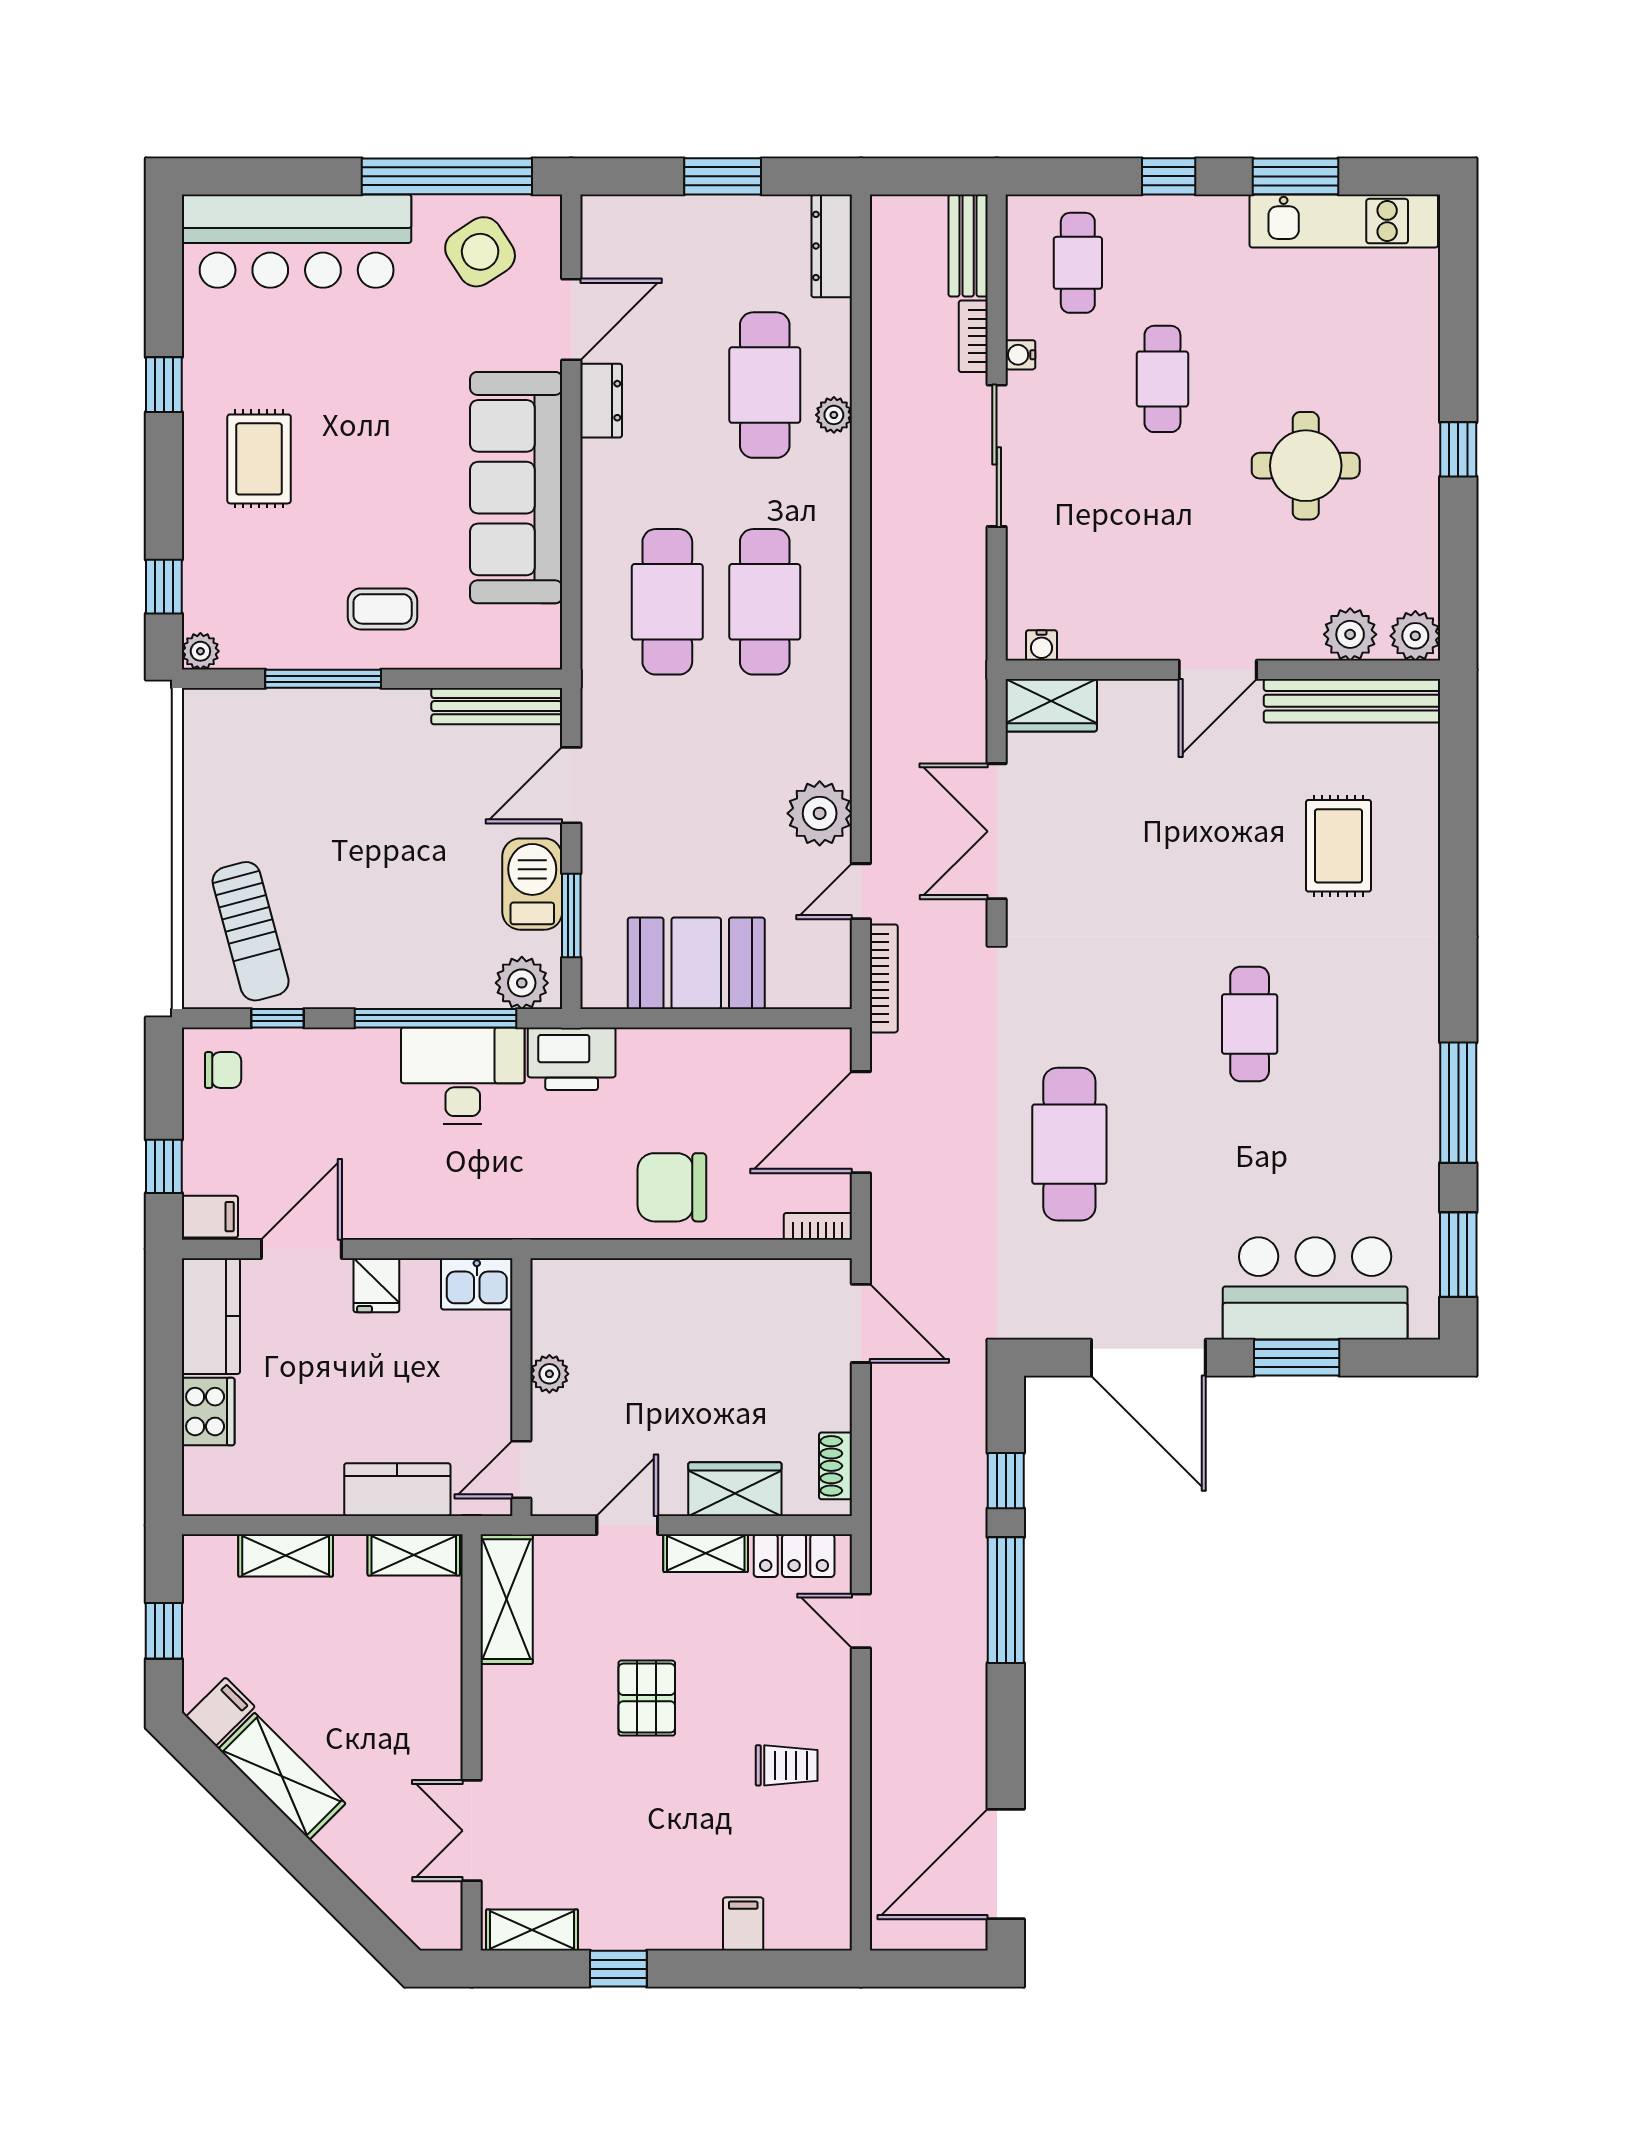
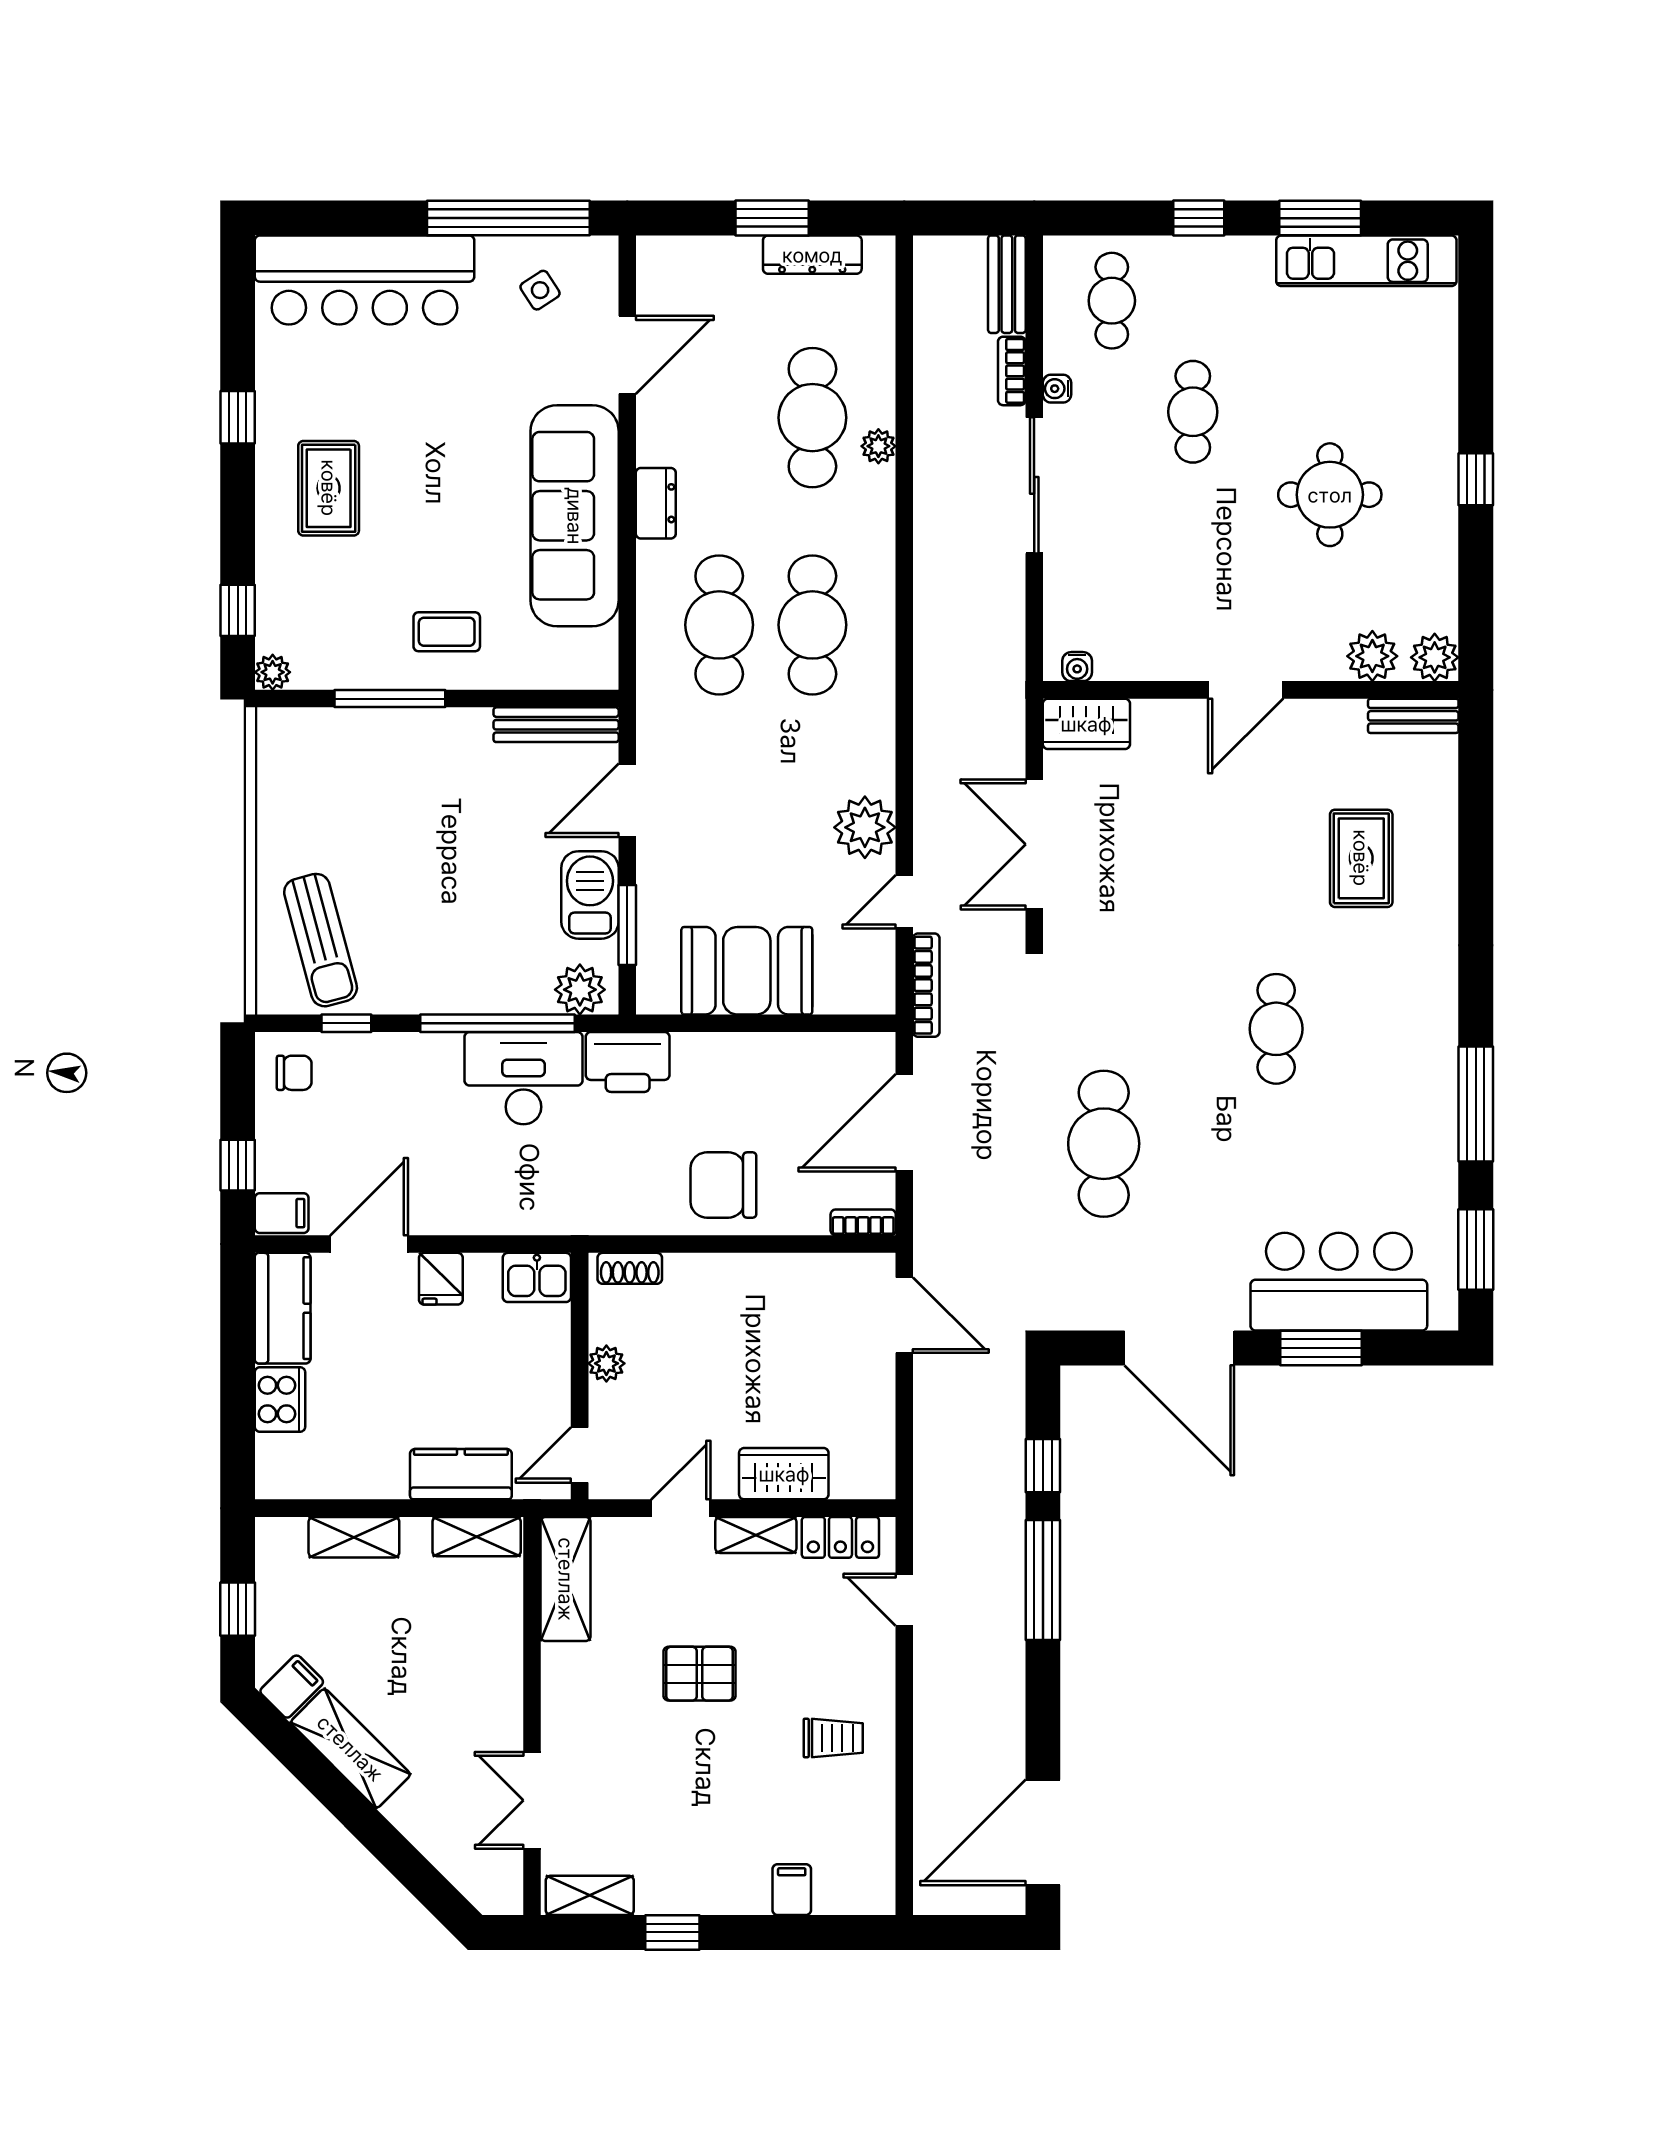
dresser: (832, 246) -> (812, 255), moved, turned -90
side table: (480, 252) -> (540, 290), width x0.54, depth x0.54
dresser: (601, 401) -> (656, 503), moved
bench: (1352, 701) -> (1413, 716), width x0.54, depth x0.82
shoe rack: (835, 1466) -> (630, 1268), moved, turned -90
pallet: (647, 1698) -> (699, 1674), turned 90

